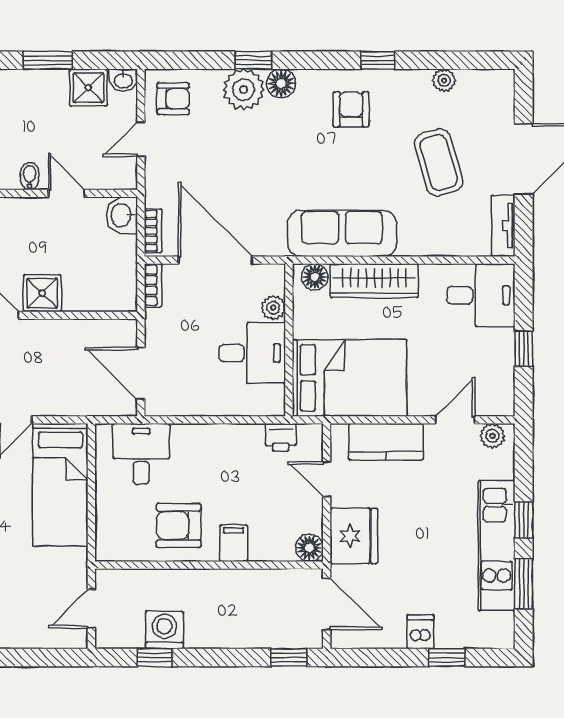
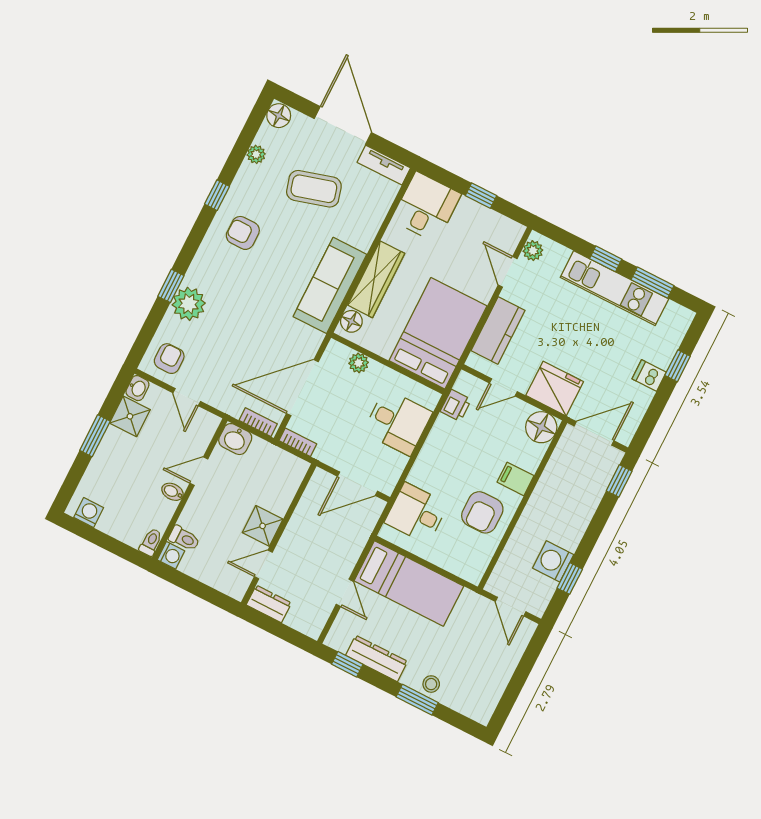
floor lamp: (281, 84) -> (279, 116), moved
desk: (252, 353) -> (398, 422), moved, turned 90
floor lamp: (309, 548) -> (541, 427), width x1.38, depth x1.38

